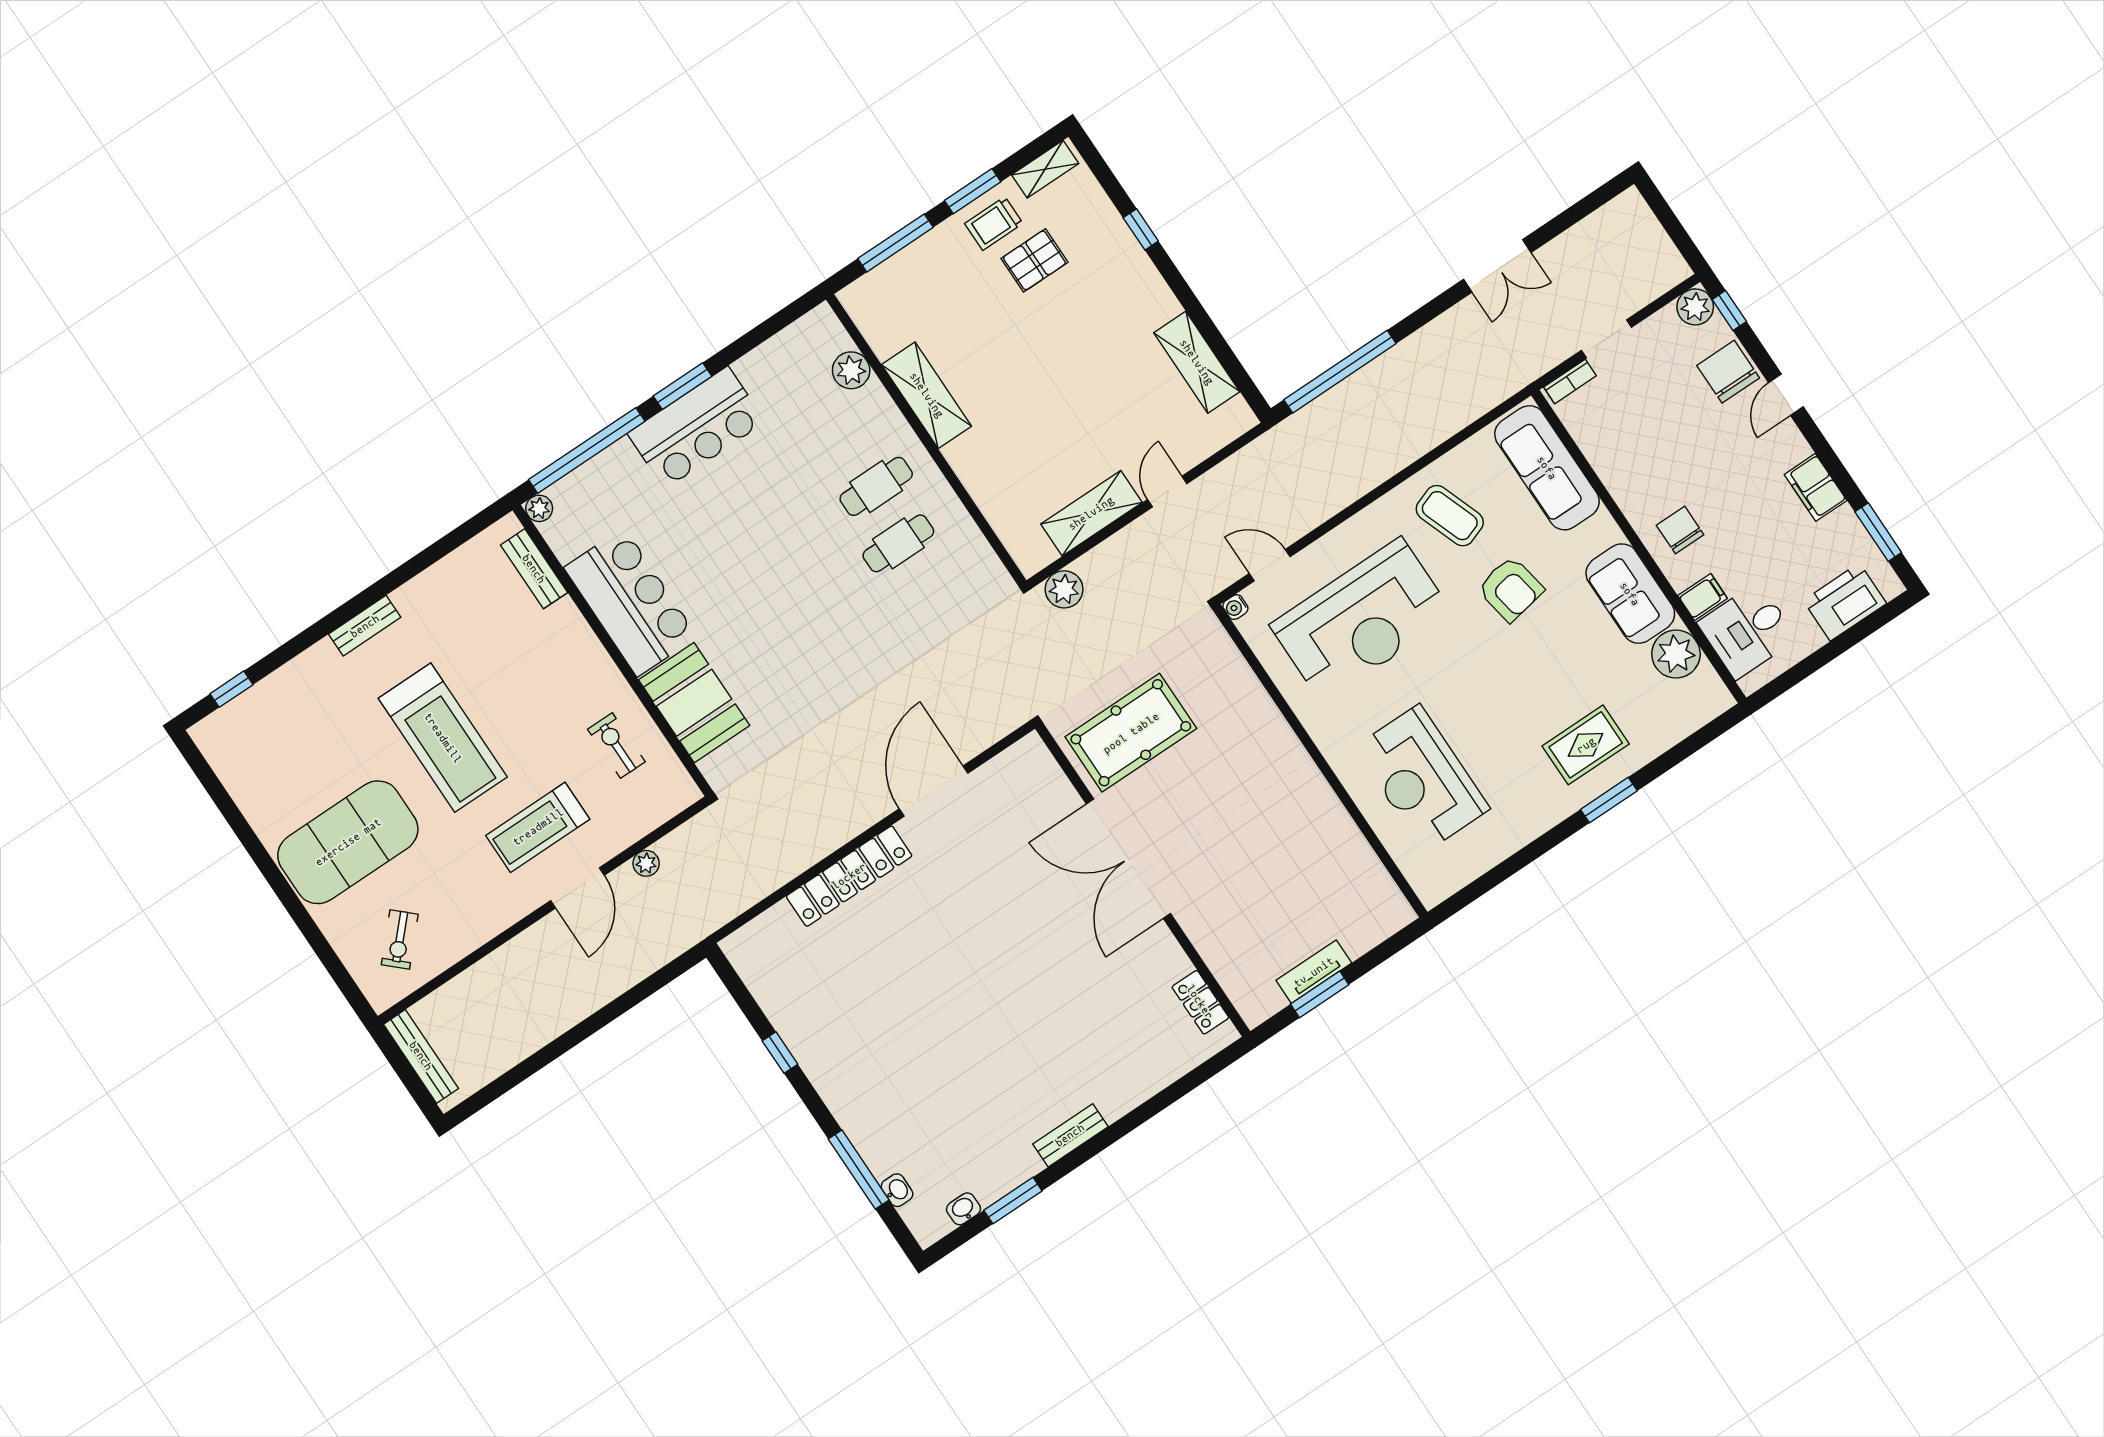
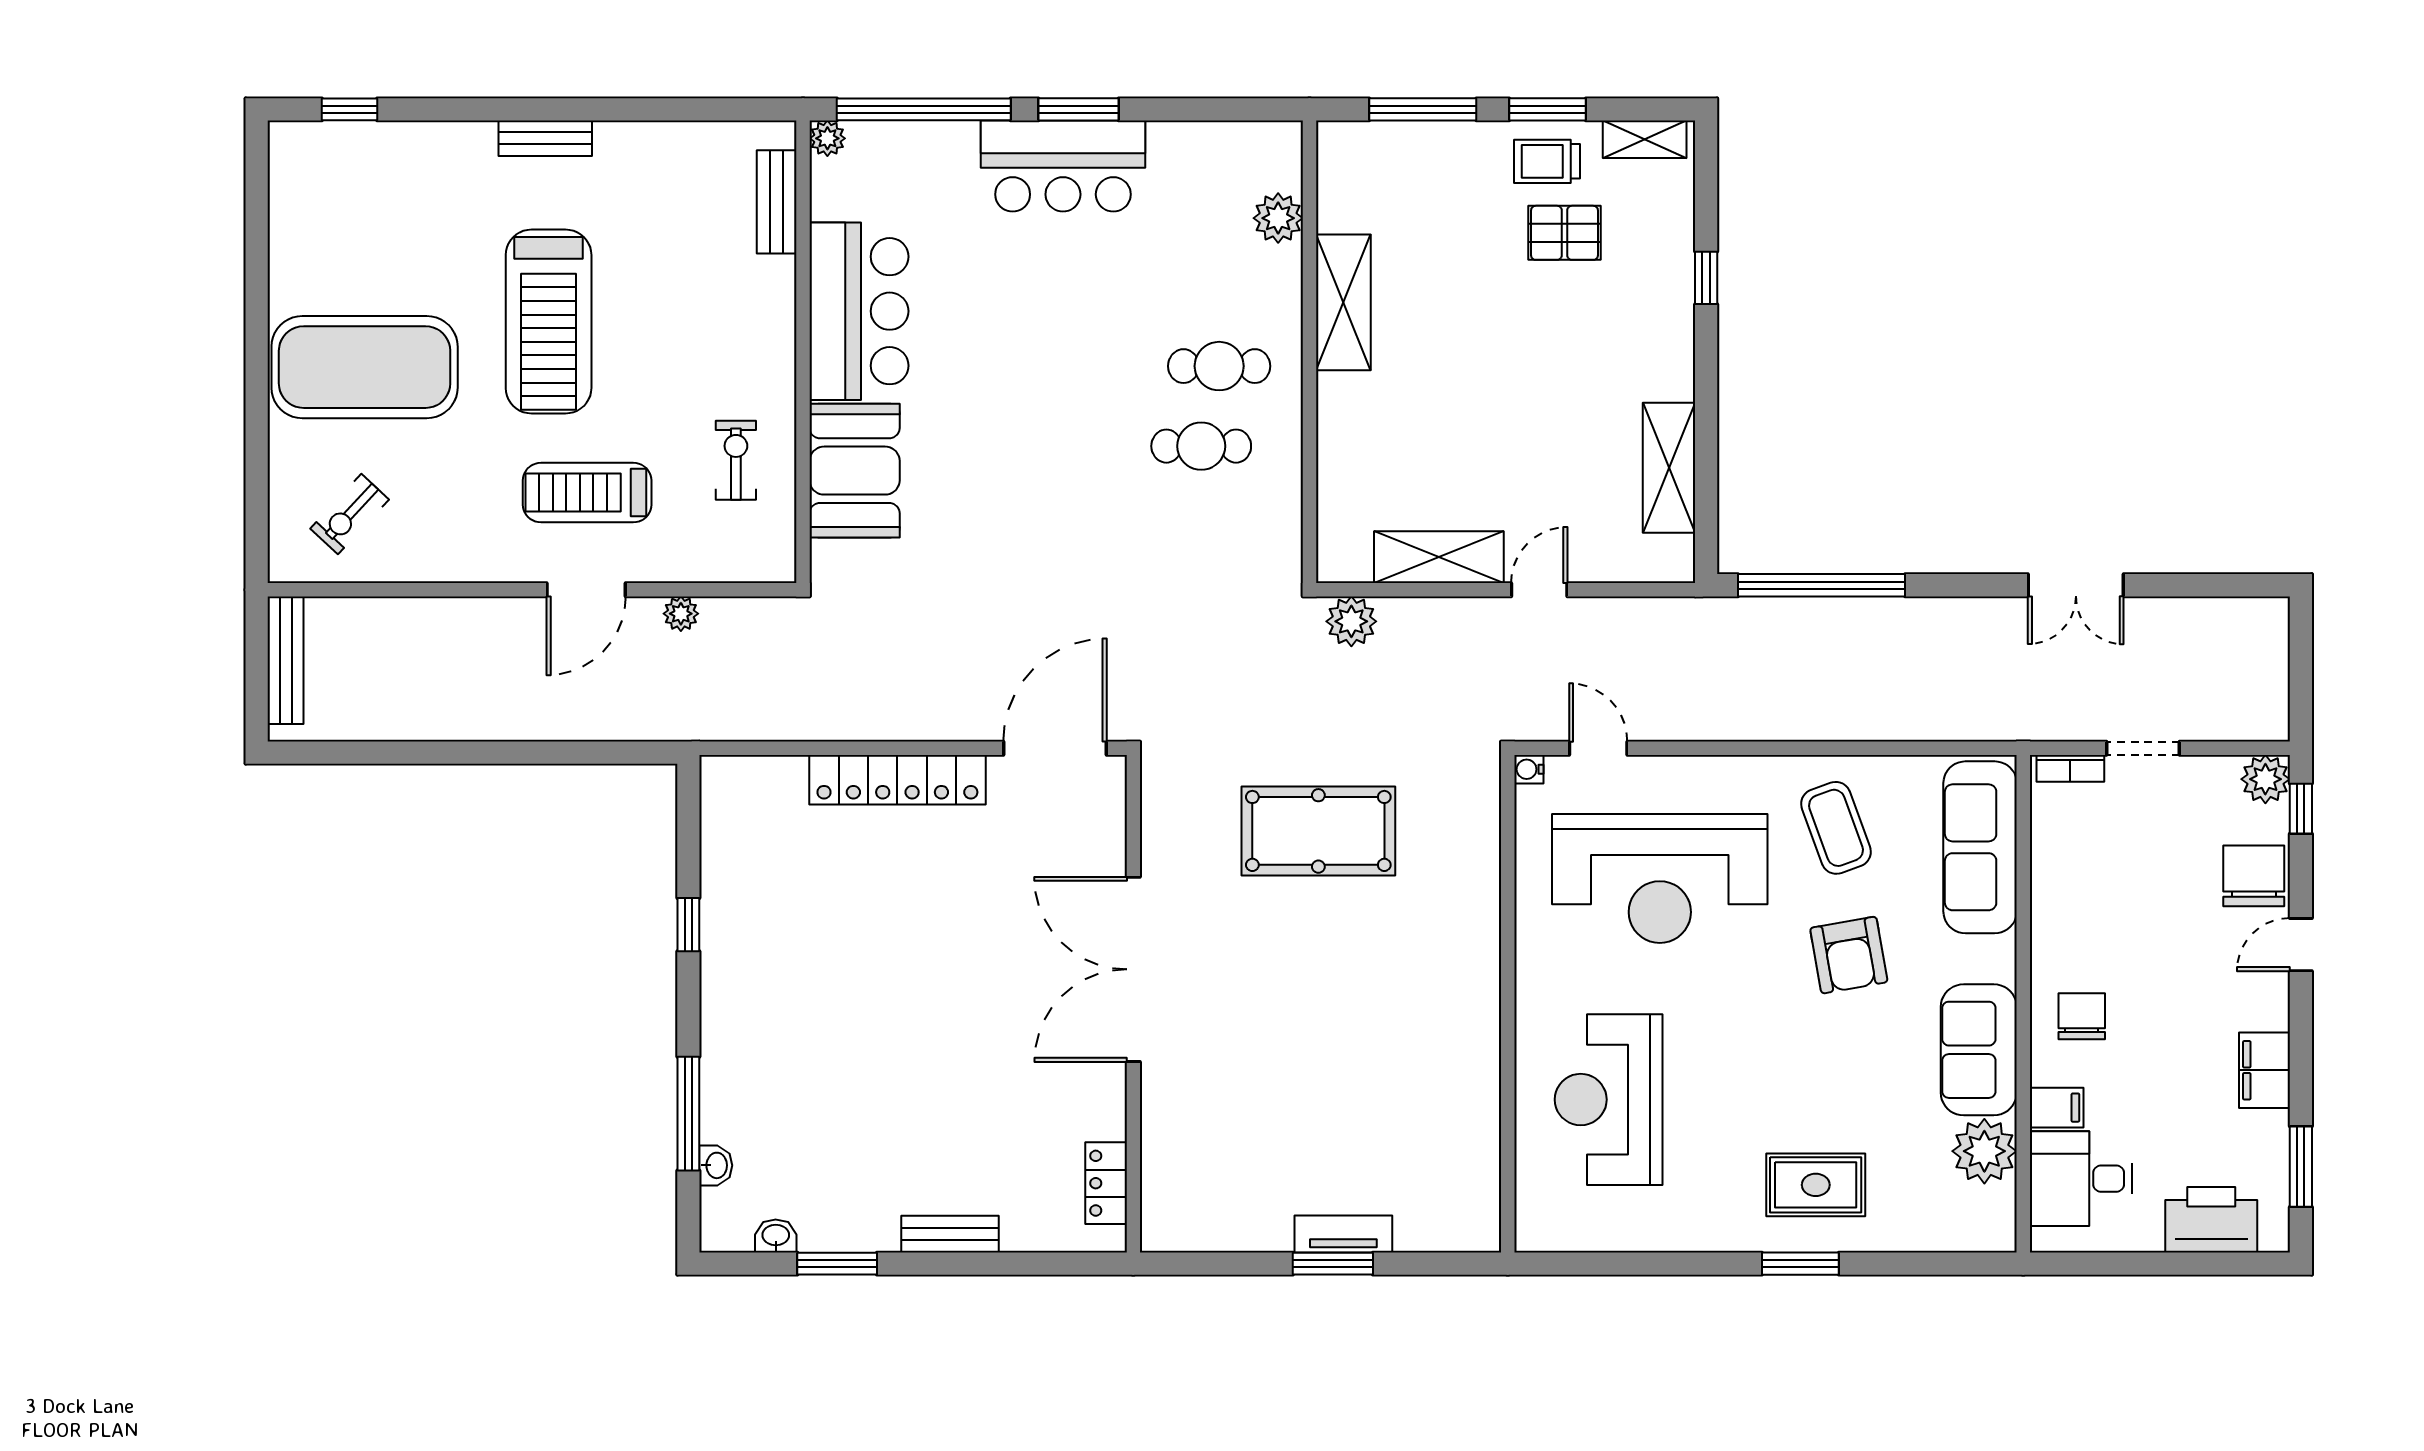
double door: (1128, 859) -> (1133, 969), moved
wall: (1143, 880) -> (1133, 1004), moved
locker: (1200, 1002) -> (1106, 1183), moved

